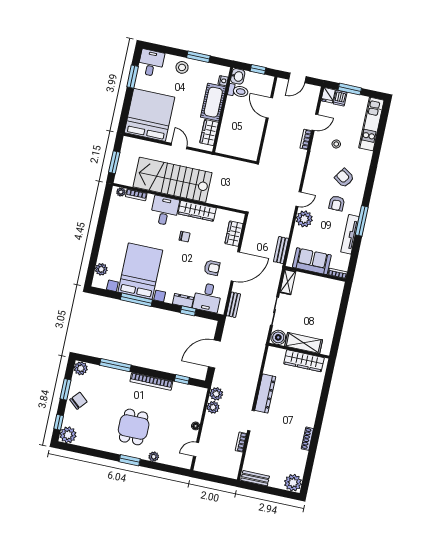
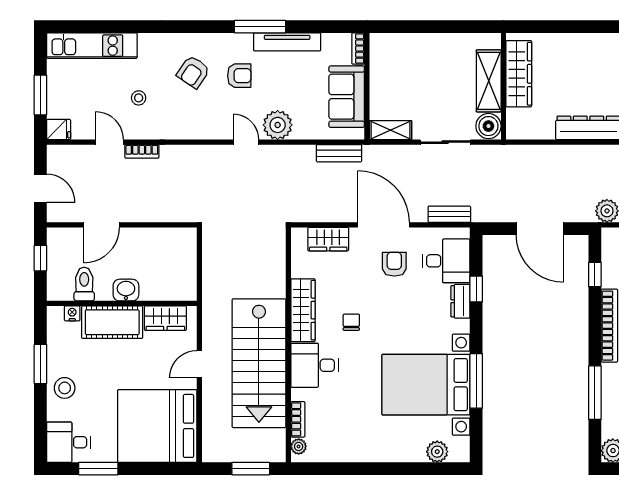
washbasin: (238, 76) -> (126, 290), moved
dishwasher: (340, 98) -> (59, 108), removed

